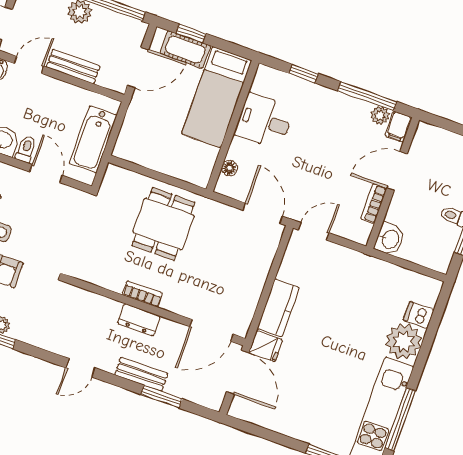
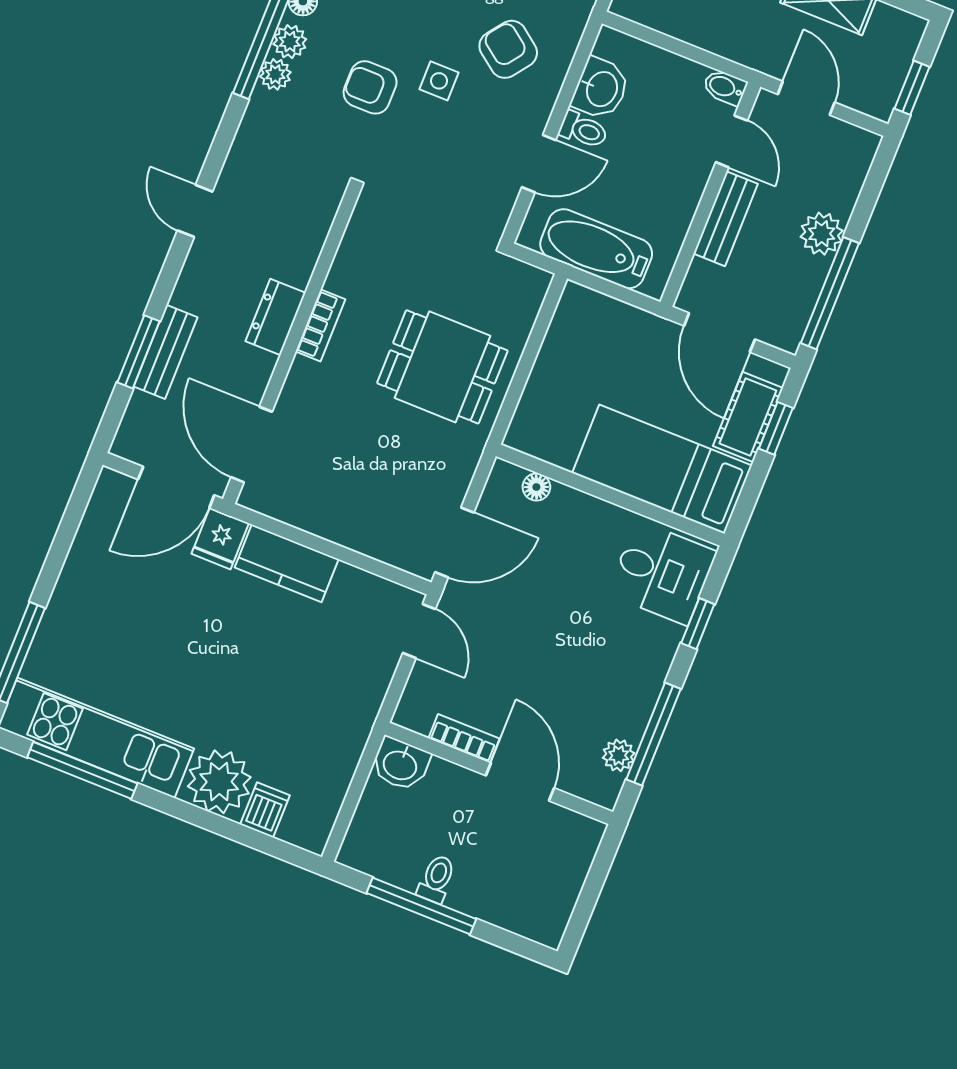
desk: (264, 121) -> (662, 573), moved, turned 90
filing cabinet: (398, 127) -> (598, 787), removed
bench: (141, 374) -> (166, 352), moved

